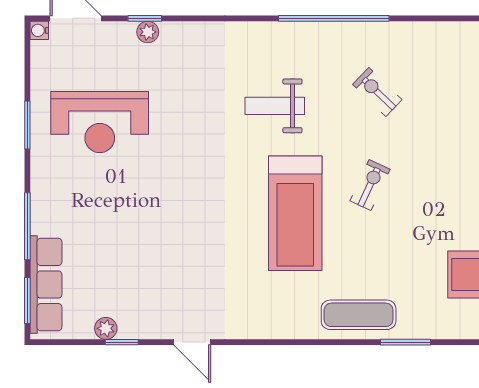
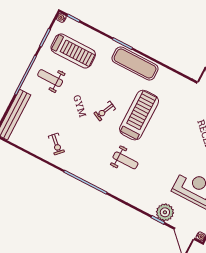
plant: (148, 32) -> (165, 212), width x1.88, depth x1.88
exercise bike: (377, 92) -> (56, 144), moved
exercise mat: (359, 315) -> (135, 64), width x1.36, depth x1.45

